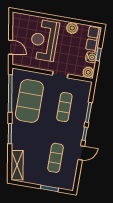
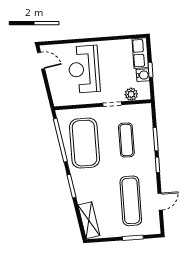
plant: (72, 28) -> (113, 47), removed
door: (11, 47) -> (41, 61), moved
plant: (88, 72) -> (131, 94), moved
door: (81, 153) -> (160, 202), moved
exercise mat: (56, 158) -> (131, 201), width x1.36, depth x1.45

